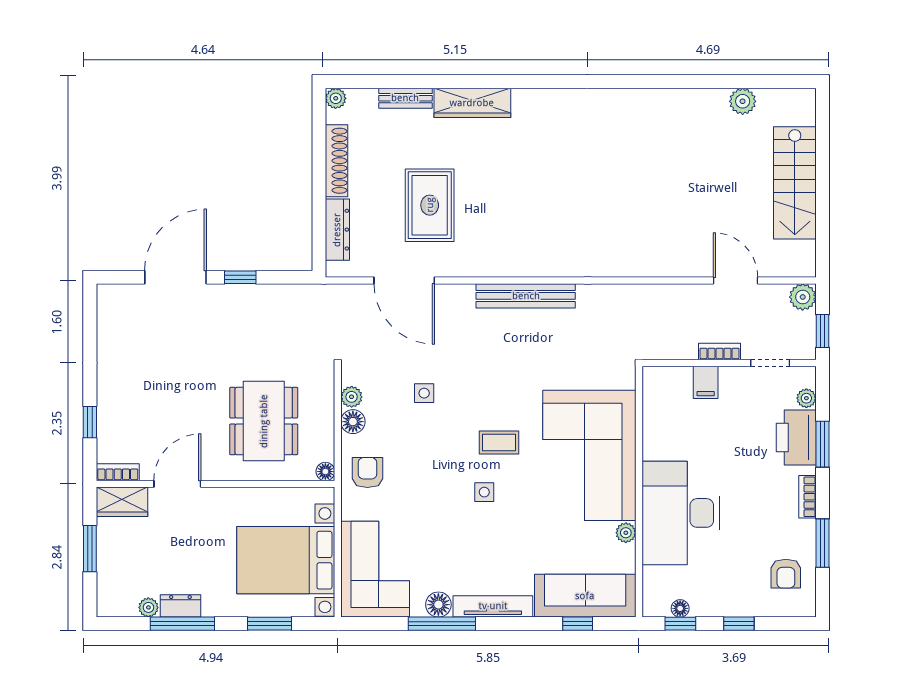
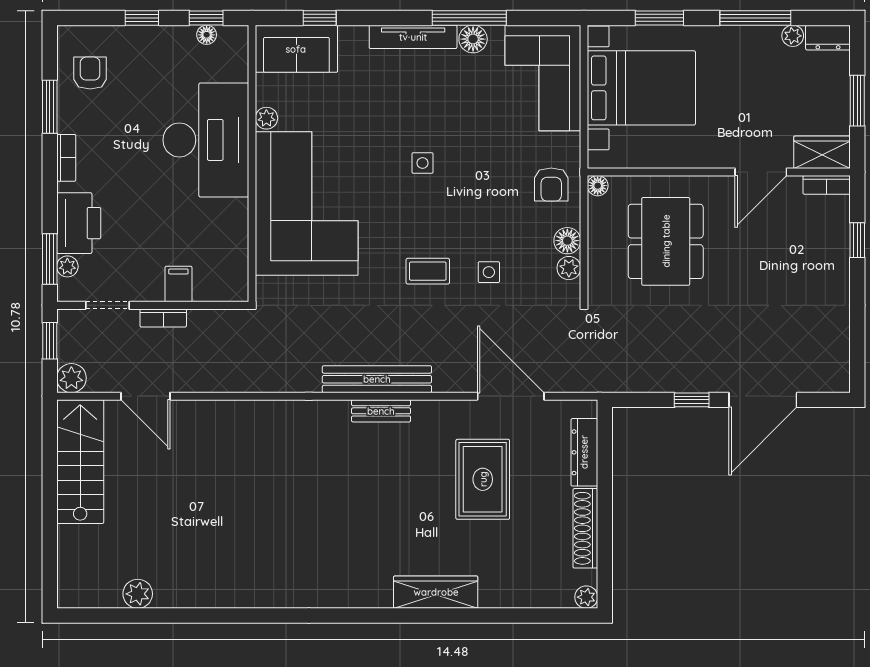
bench: (405, 98) -> (381, 411), moved
stairs: (795, 183) -> (80, 462), moved
coffee table: (499, 442) -> (428, 271), moved
window: (822, 444) -> (50, 259), moved
sofa: (585, 596) -> (296, 49), width x0.73
dresser: (180, 606) -> (828, 38), moved

